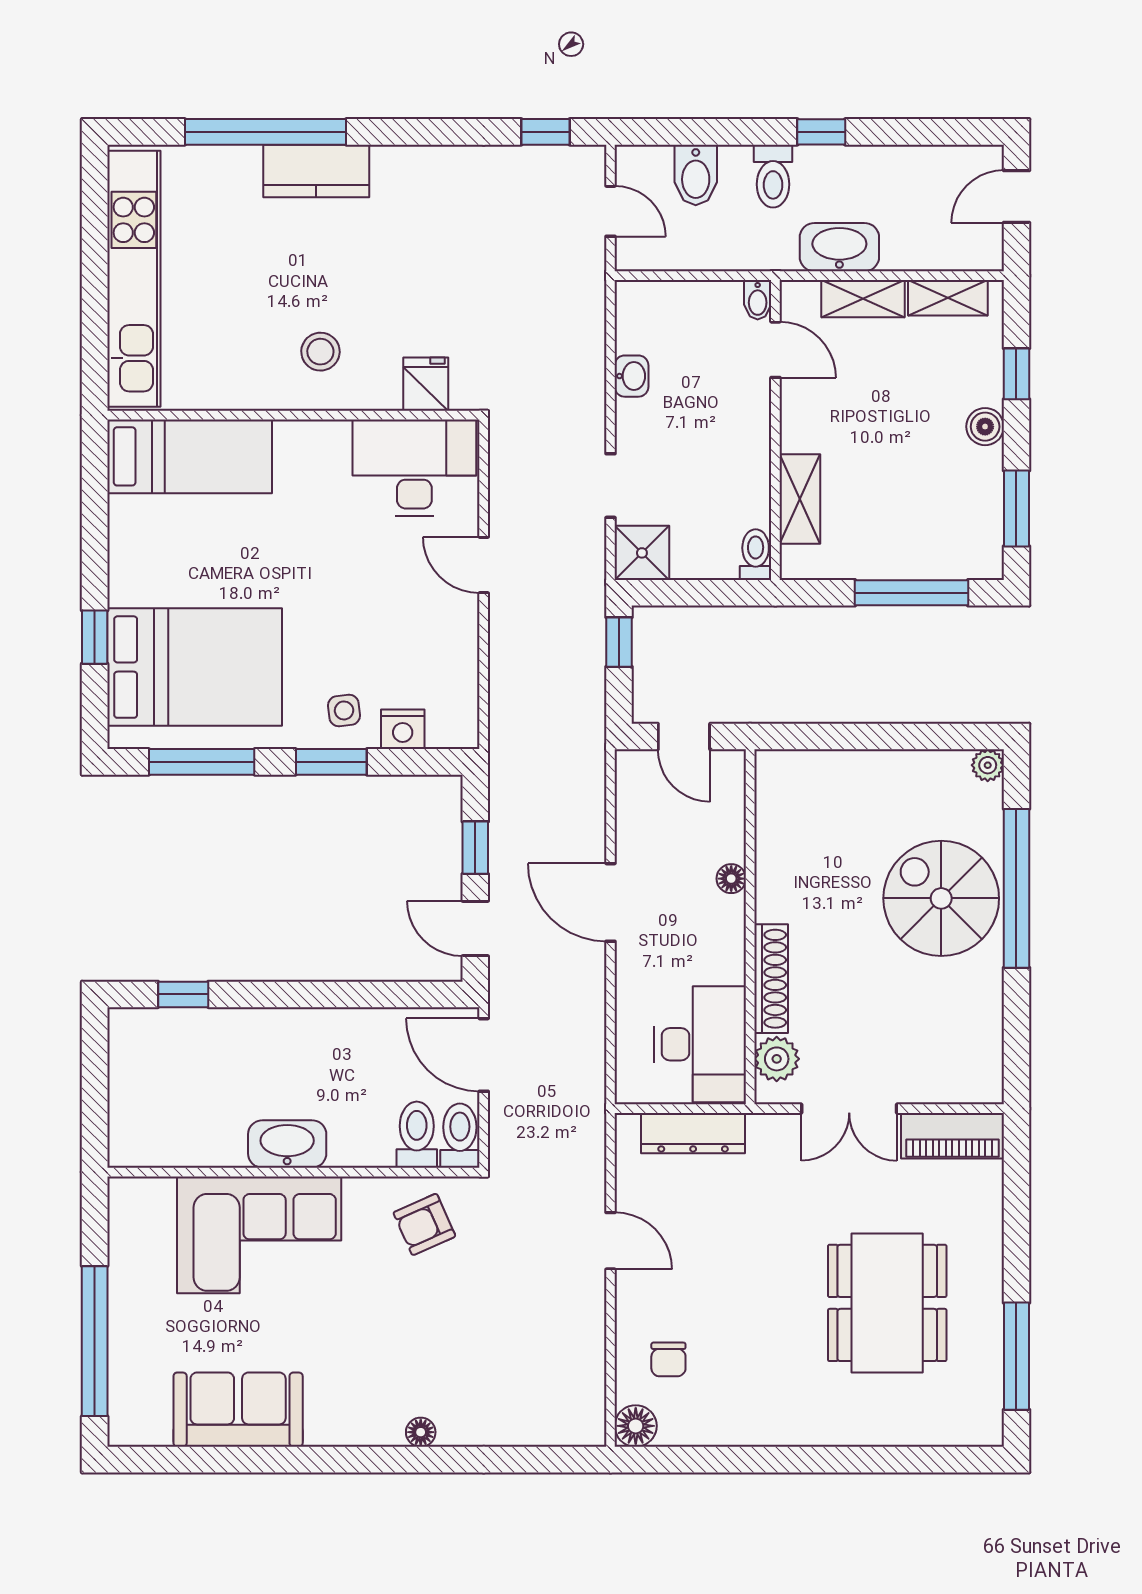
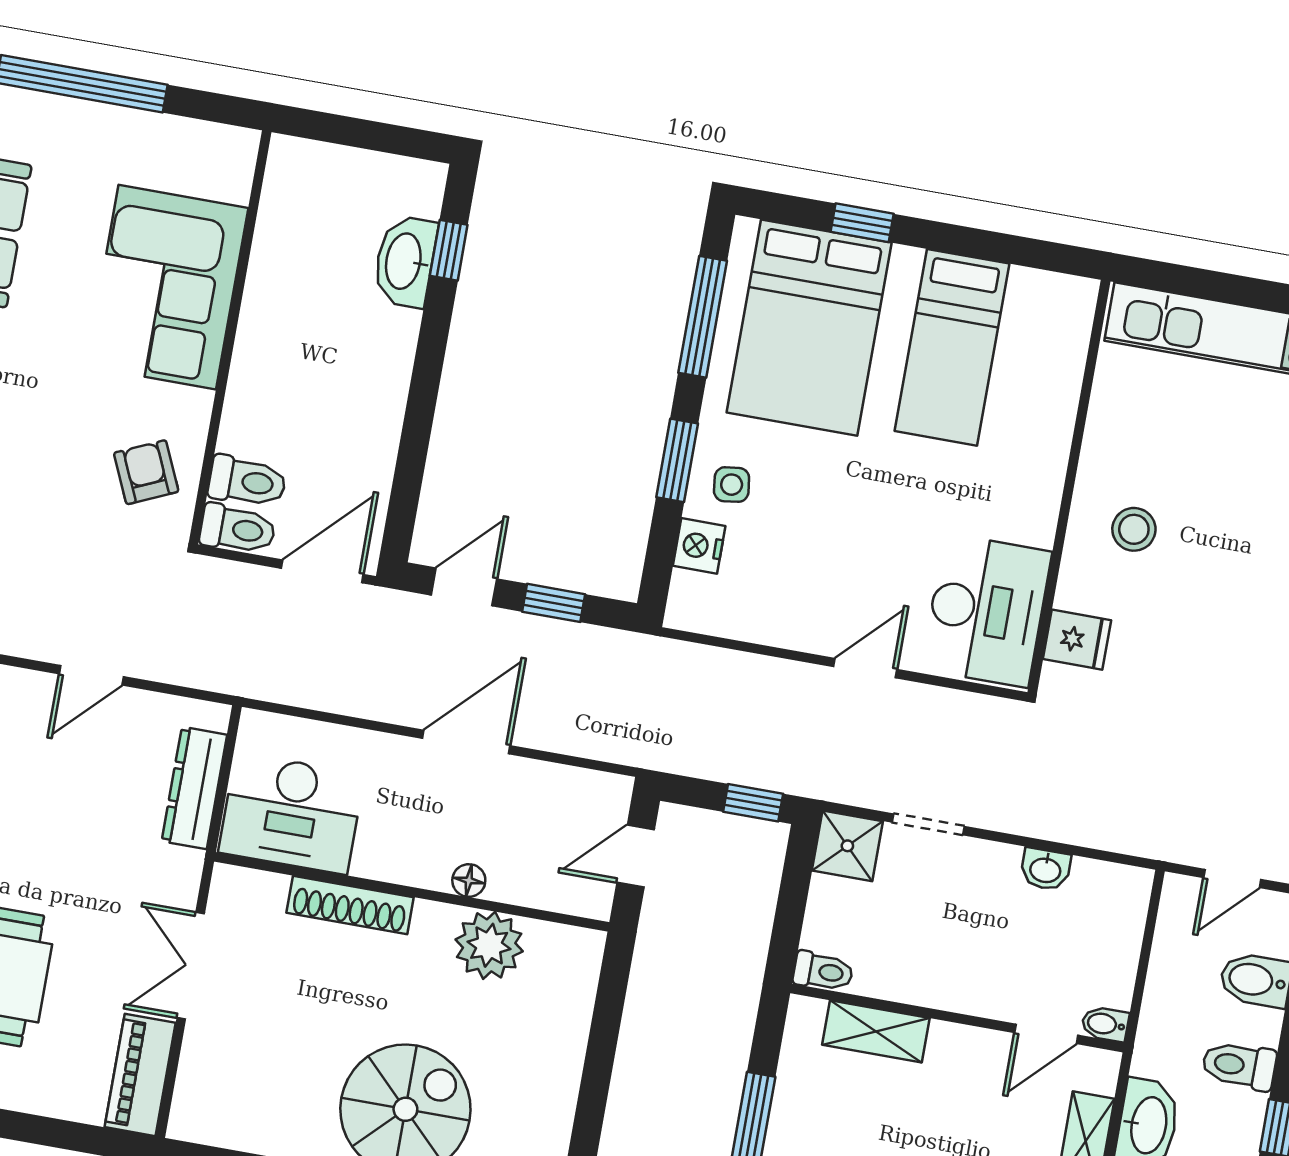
bed: (190, 456) -> (952, 347), moved
plant: (777, 1059) -> (489, 945), moved, width x1.36, depth x1.36
washbasin: (287, 1144) -> (405, 261), moved, turned 180

